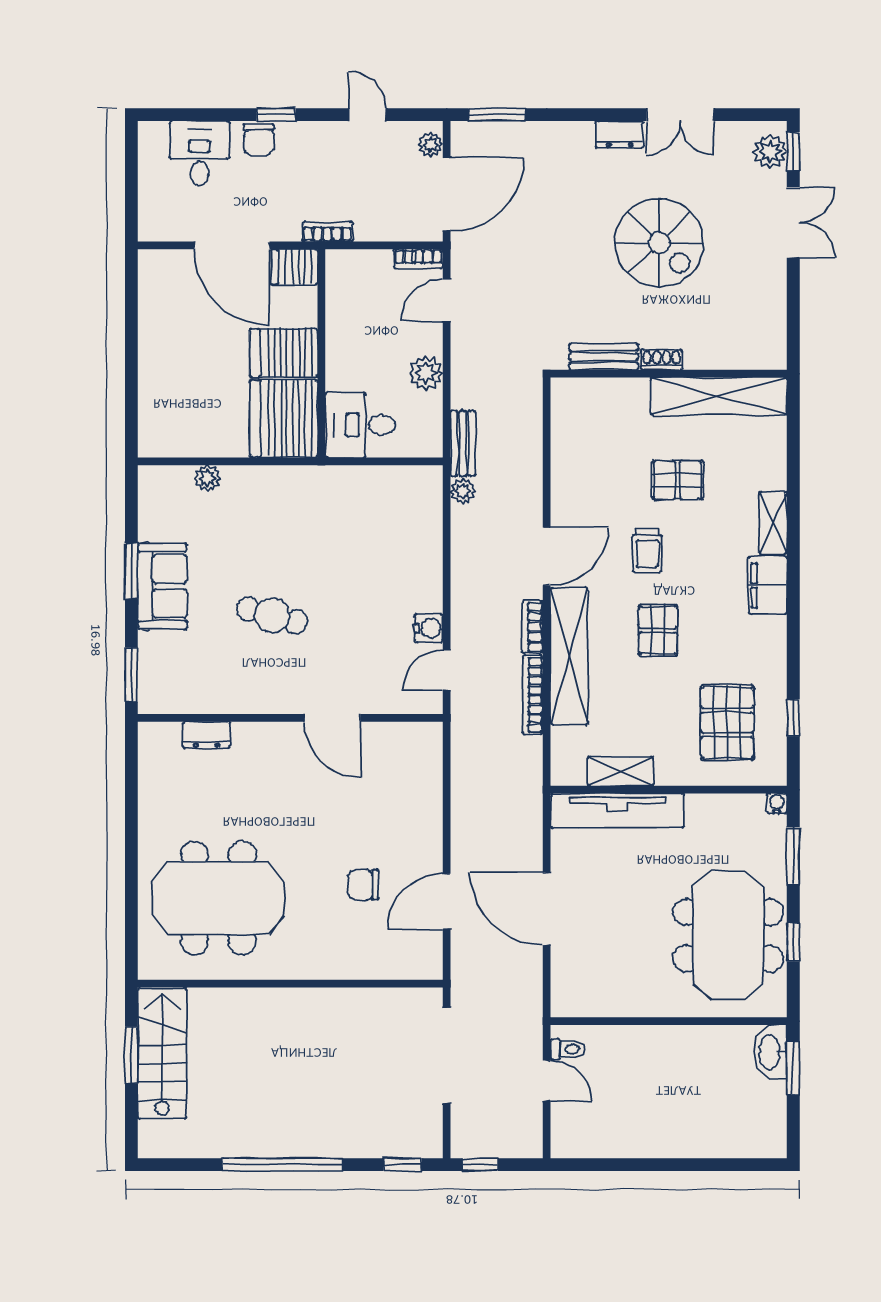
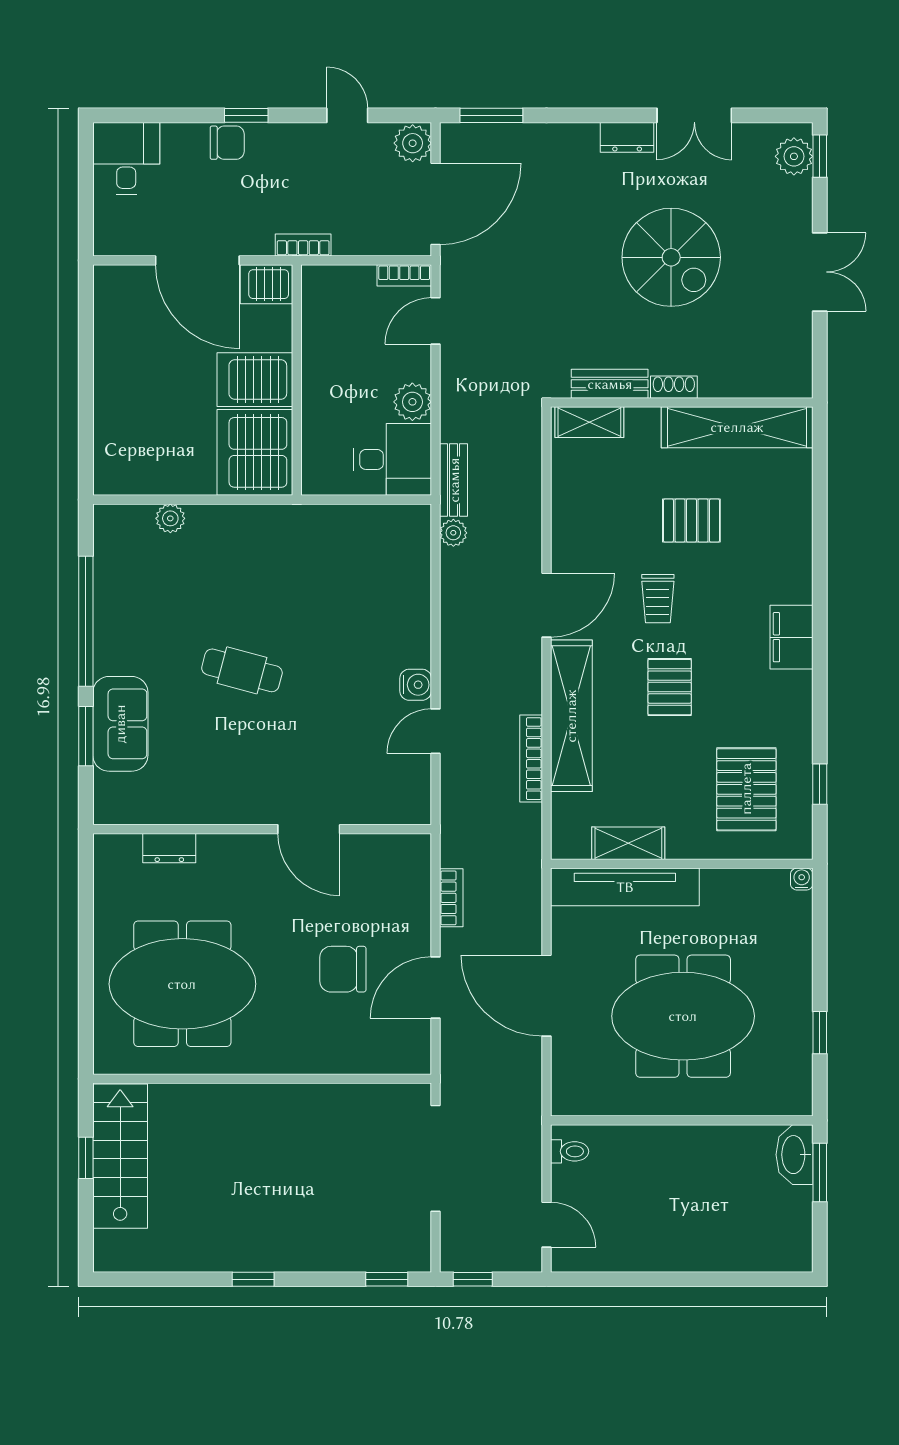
chair: (259, 139) -> (227, 143), turned -90
plant: (431, 144) -> (413, 143), width x1.38, depth x1.38
desk: (200, 153) -> (126, 158), moved
double door: (793, 222) -> (820, 272), moved
desk: (360, 425) -> (392, 459), moved, turned 180
shelving: (773, 523) -> (589, 422), moved, turned 90
window: (131, 571) -> (86, 621), width x2.11
sofa: (162, 586) -> (120, 724), moved
bookcase: (532, 627) -> (451, 898), moved, turned 180
wall: (290, 718) -> (262, 829), moved
door: (332, 718) -> (309, 829), moved
dresser: (207, 735) -> (169, 848), moved
window: (793, 856) -> (820, 937), removed
chair: (363, 885) -> (343, 969), width x1.37, depth x1.37
meeting table: (728, 935) -> (683, 1016), moved, turned 90
window: (131, 1055) -> (86, 1158), width x0.67
door: (547, 1081) -> (546, 1225), moved
window: (282, 1165) -> (253, 1279), width x0.32

